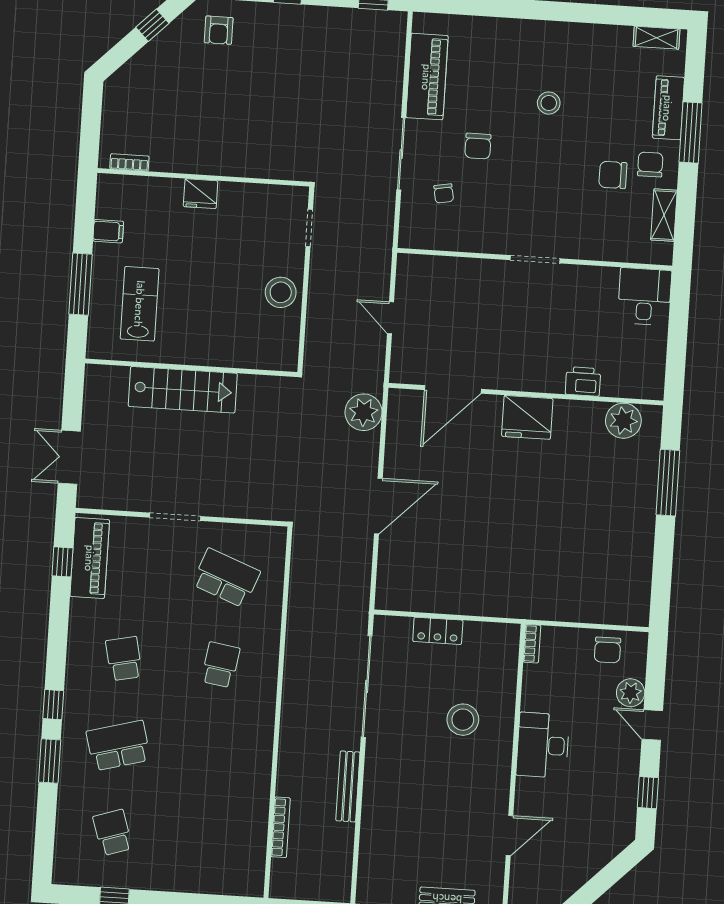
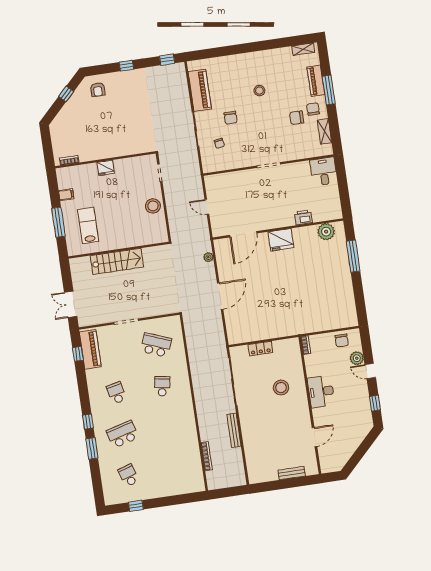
plant: (364, 412) -> (208, 257), width x0.53, depth x0.53

